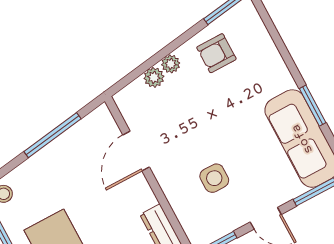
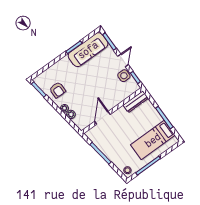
door: (136, 151) -> (102, 118), swing flipped
side table: (214, 178) -> (124, 76), moved

